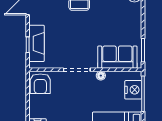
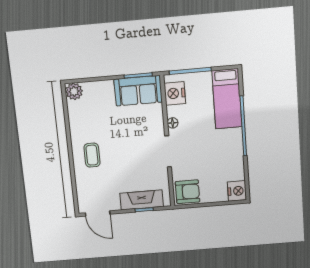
sofa: (117, 57) -> (138, 91), moved, turned -90
nightstand: (133, 90) -> (175, 93), moved, turned -90

